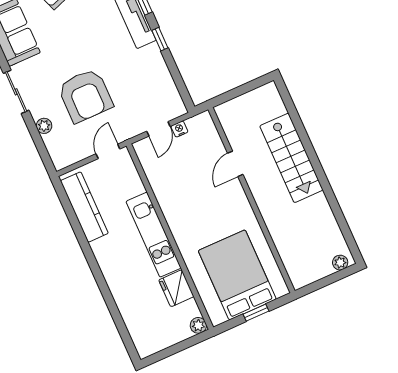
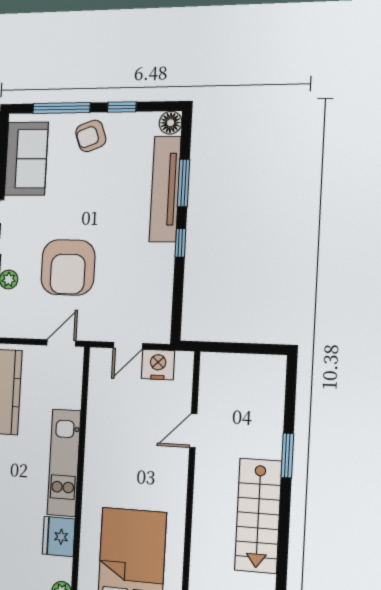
nightstand: (179, 129) -> (158, 365), width x1.89, depth x1.79
window: (308, 147) -> (287, 455), added
stairs: (291, 158) -> (258, 516), moved

